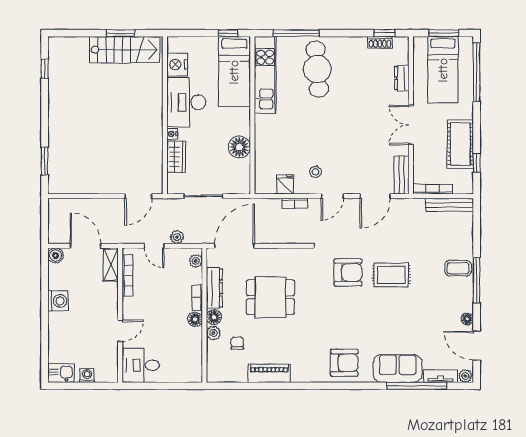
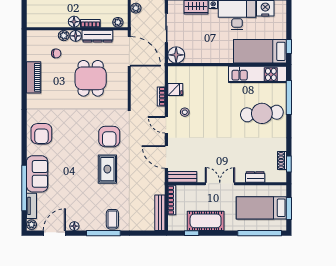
floor lamp: (239, 147) -> (176, 55), moved

